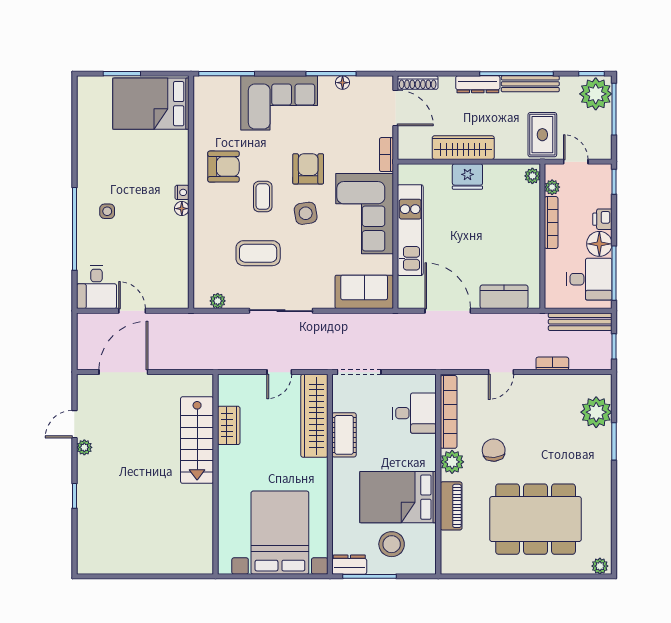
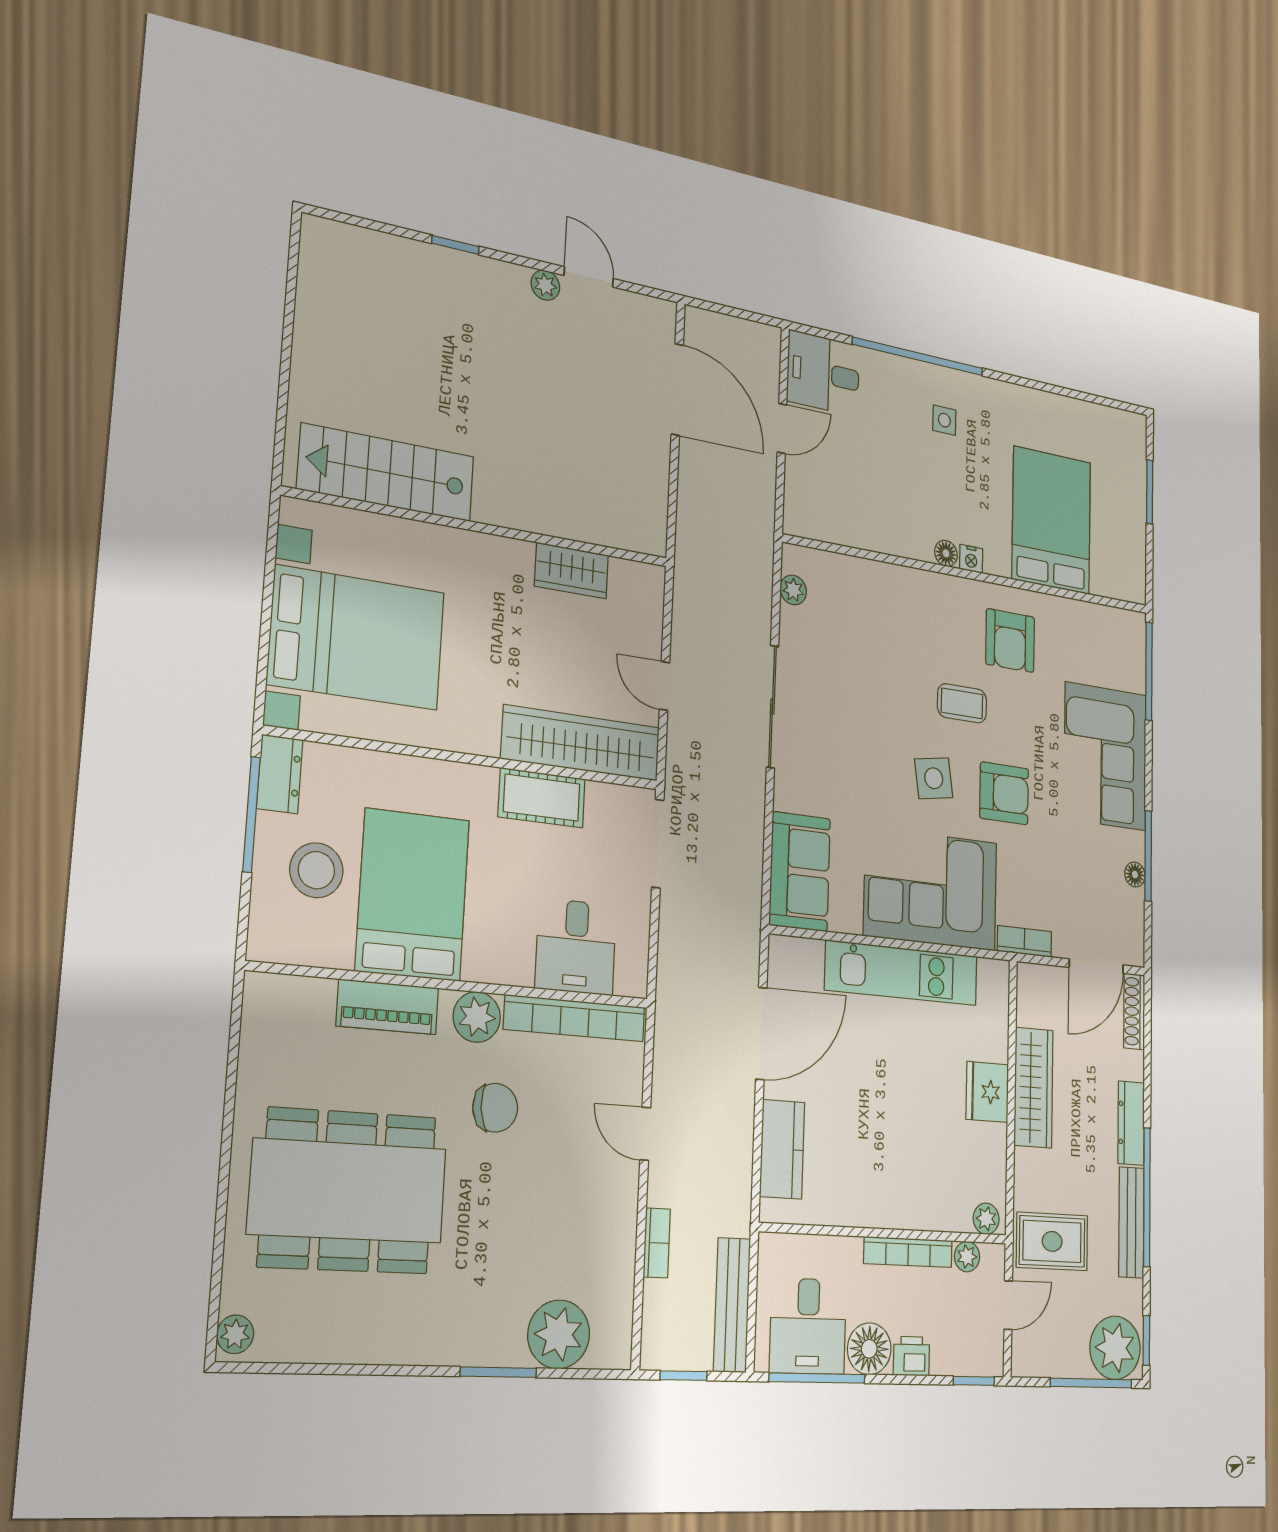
bed: (151, 104) -> (1051, 520), moved
coffee table: (258, 253) -> (871, 679), removed
stairs: (197, 440) -> (386, 473), moved
dining table: (536, 519) -> (348, 1191), turned 90

